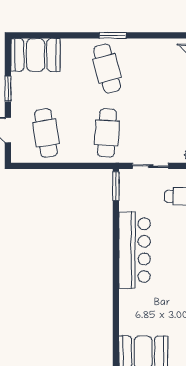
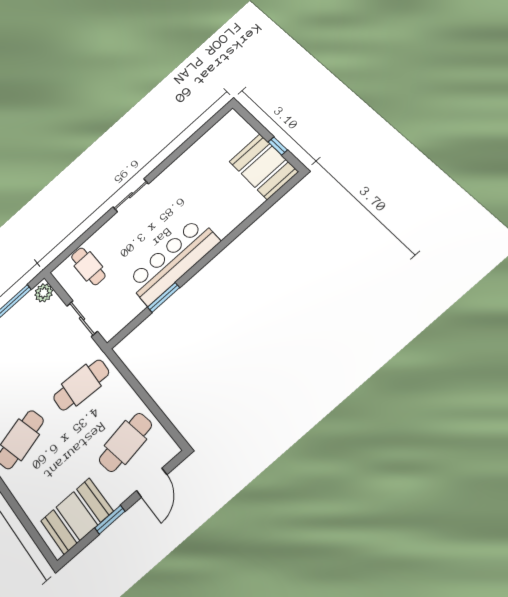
booth: (35, 55) -> (77, 516), moved, turned 90
window: (116, 186) -> (164, 297), moved

